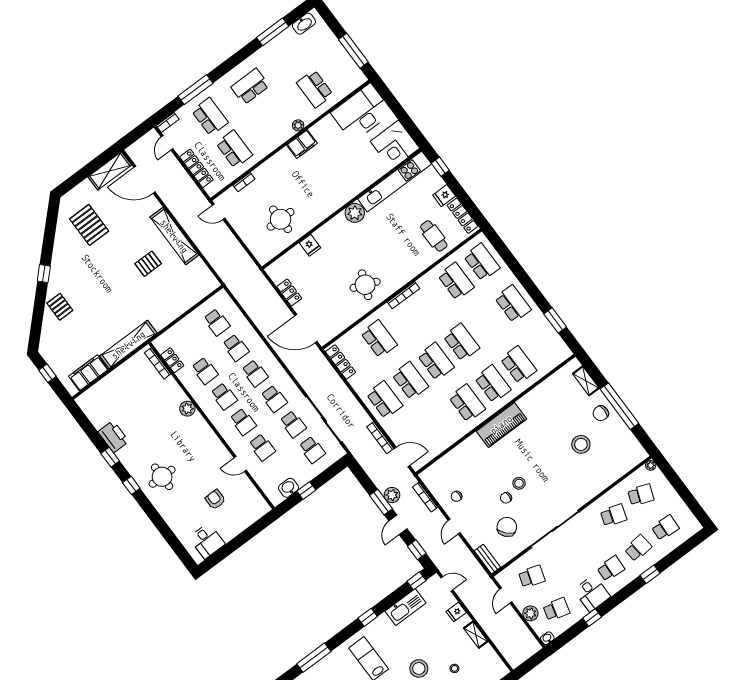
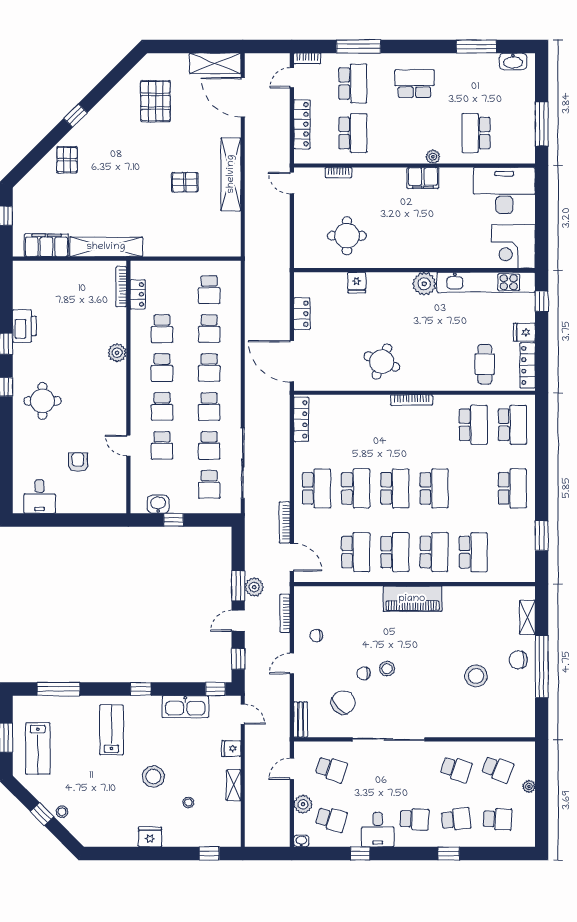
school desk: (379, 339) -> (356, 552), moved
plant: (651, 465) -> (529, 786), moved

